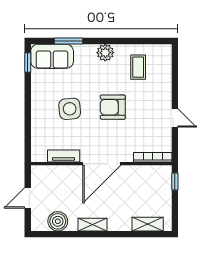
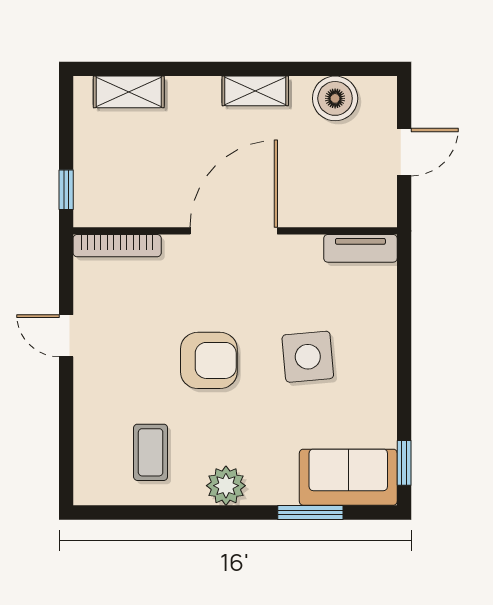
tv unit: (64, 156) -> (360, 248), moved

